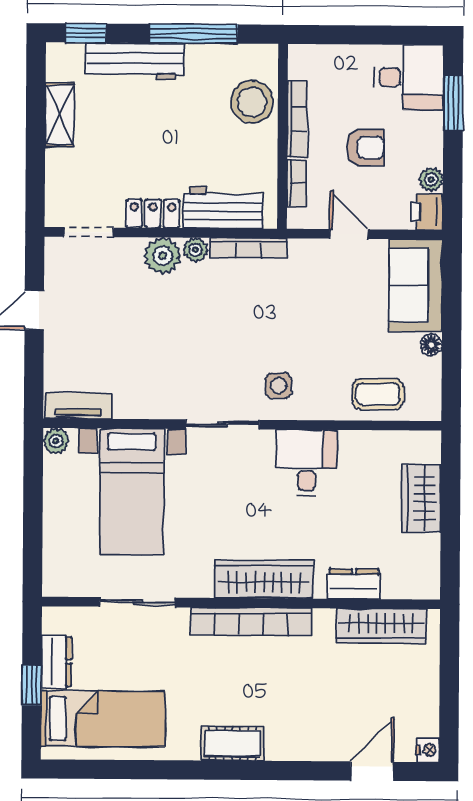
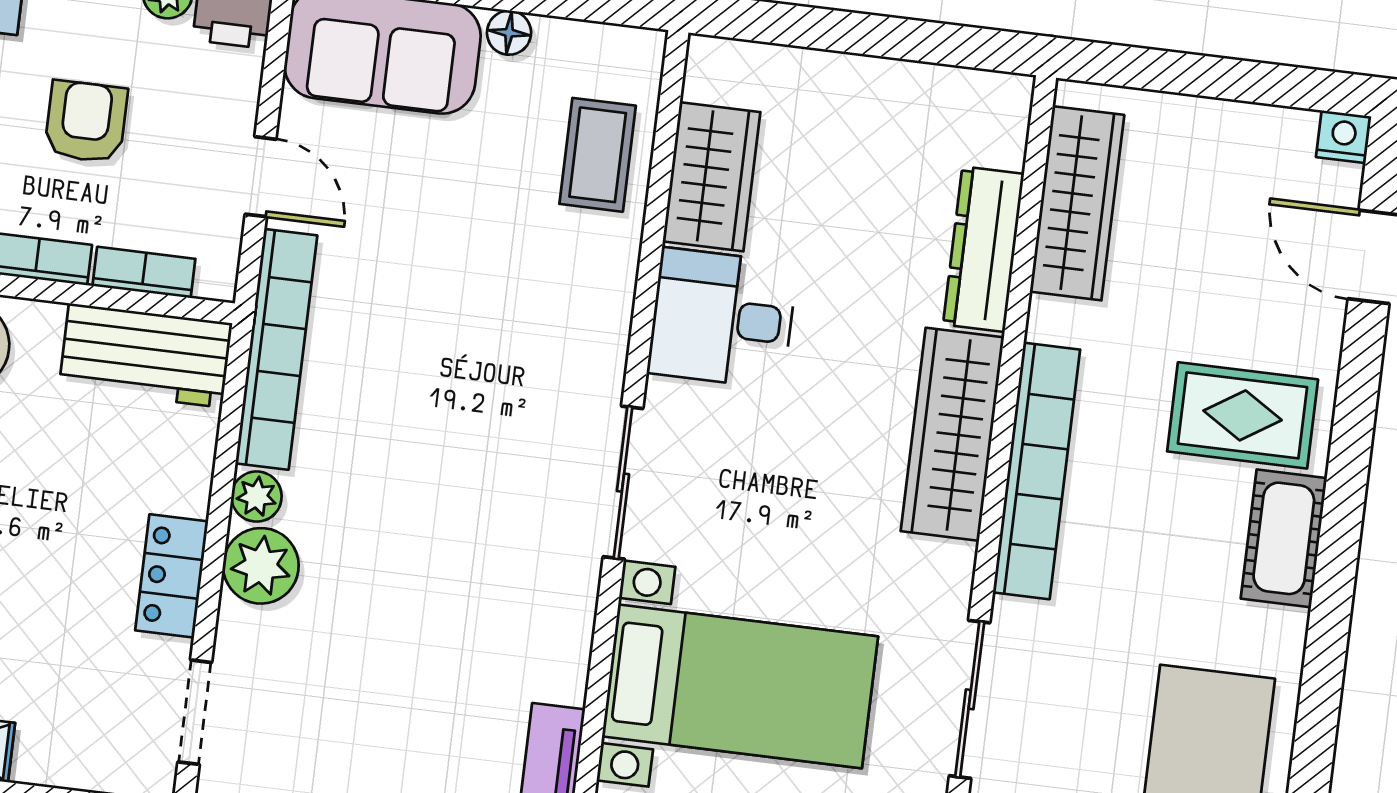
workbench: (223, 208) -> (146, 355), moved, turned -90
door: (349, 234) -> (261, 177), swing flipped
bookcase: (249, 248) -> (276, 349), width x1.48, depth x1.31
side table: (279, 386) -> (557, 358), removed
wardrobe: (421, 498) -> (712, 177), moved, turned -90
dresser: (354, 584) -> (984, 249), width x1.44
rug: (289, 717) -> (1243, 415), added

